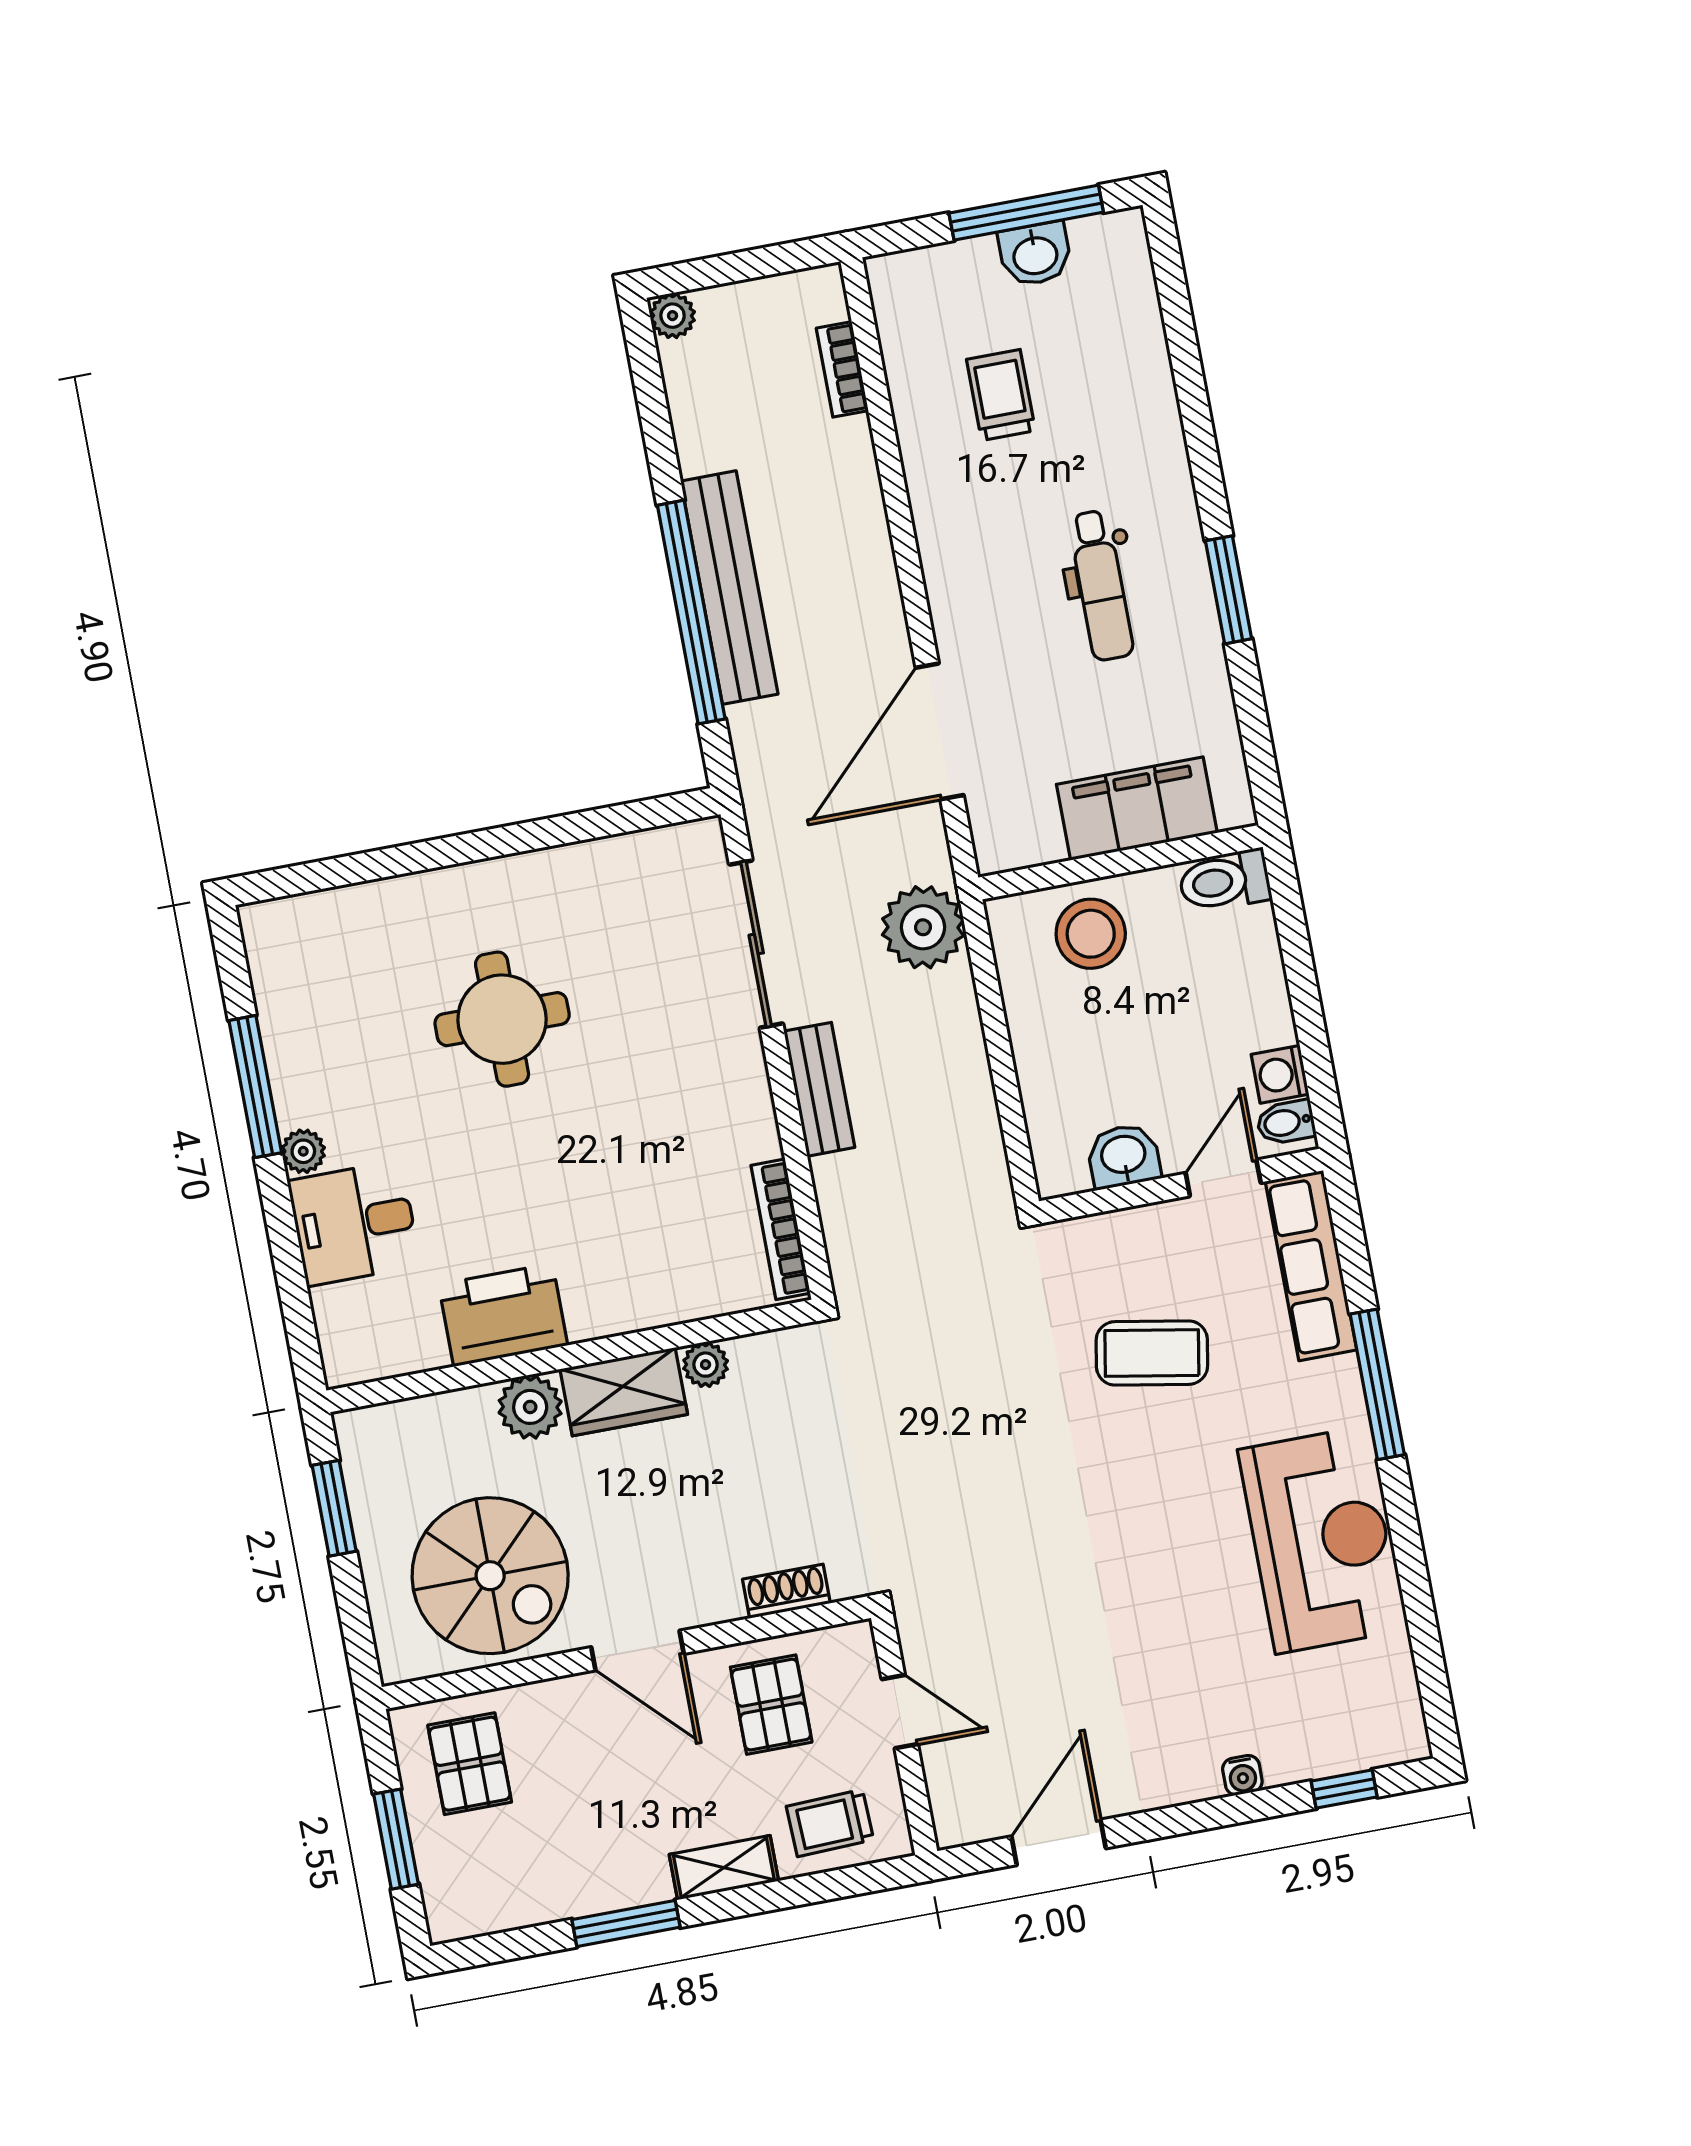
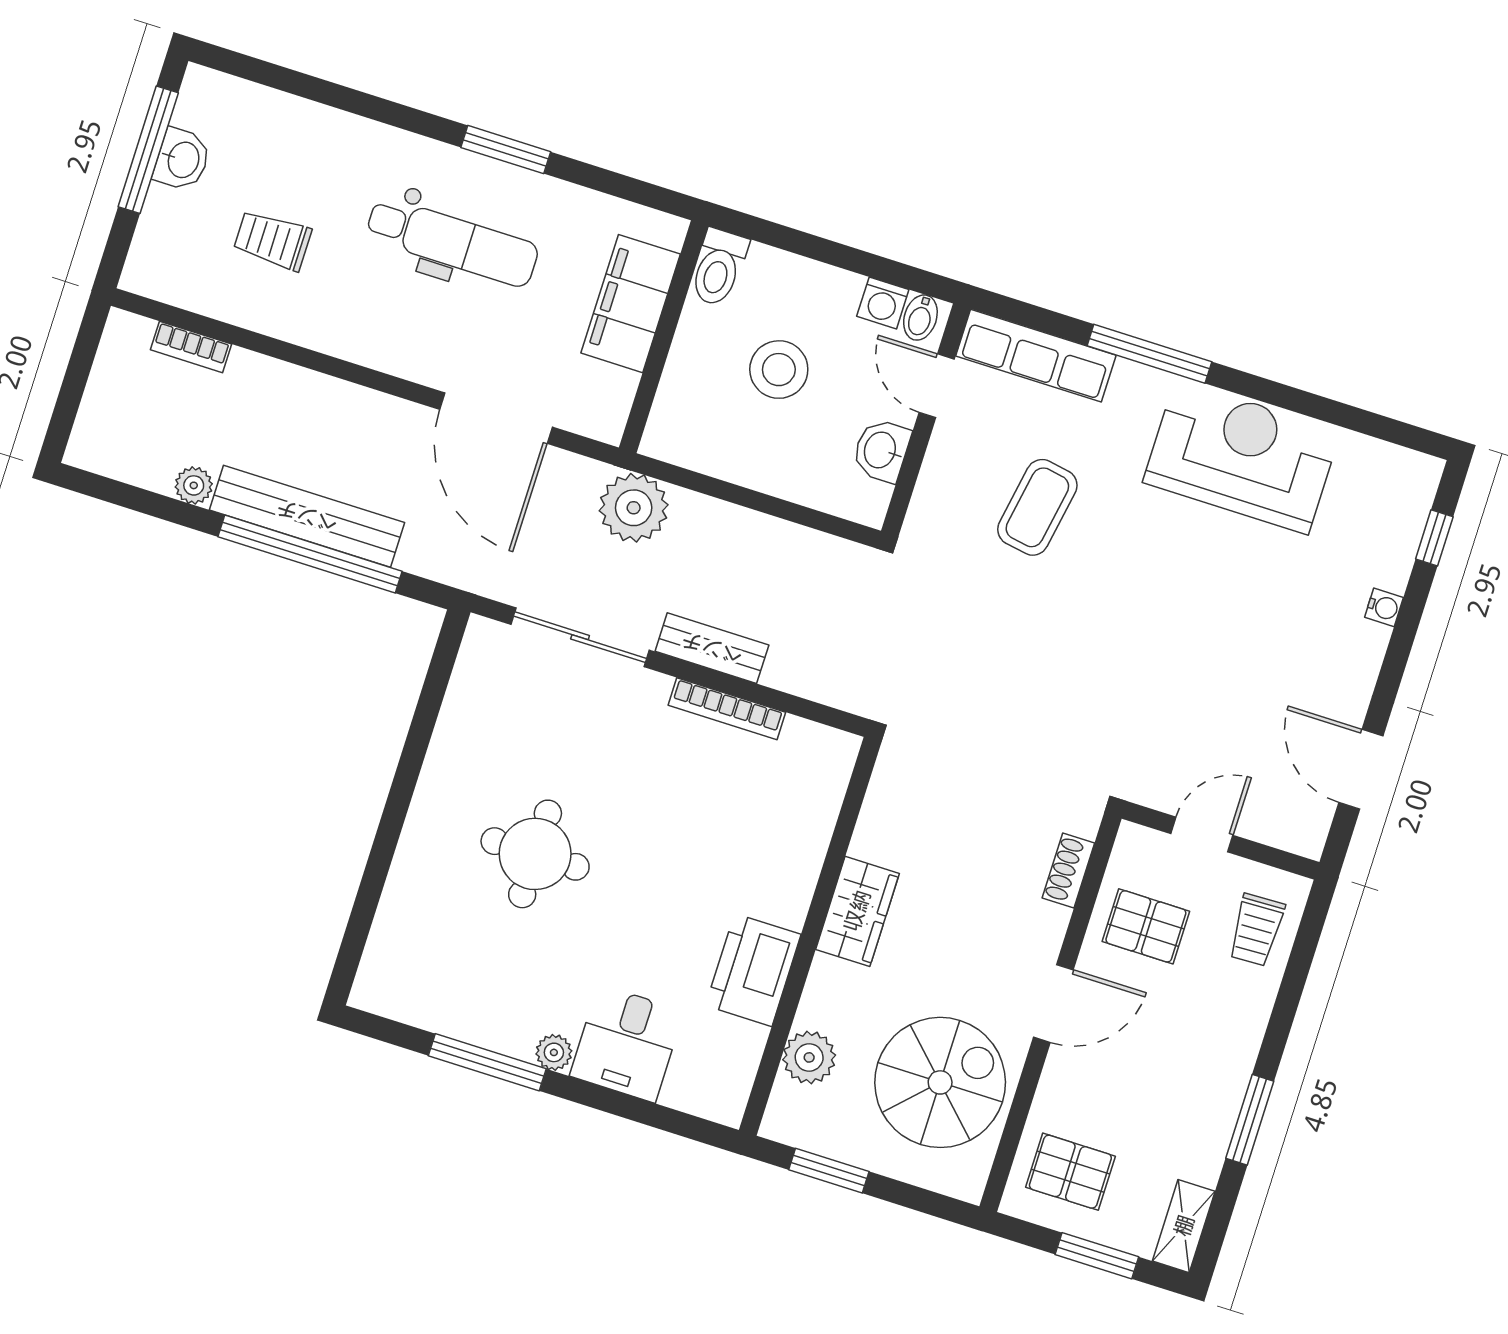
plant: (673, 316) -> (194, 485), moved
dental chair: (1101, 585) -> (452, 242), width x1.36, depth x1.38
stool: (1091, 934) -> (779, 370), moved
bookcase: (781, 1229) -> (727, 709), moved
plant: (706, 1365) -> (870, 841), removed
plant: (530, 1407) -> (809, 1057), moved
shelving: (724, 1868) -> (1184, 1226), moved

